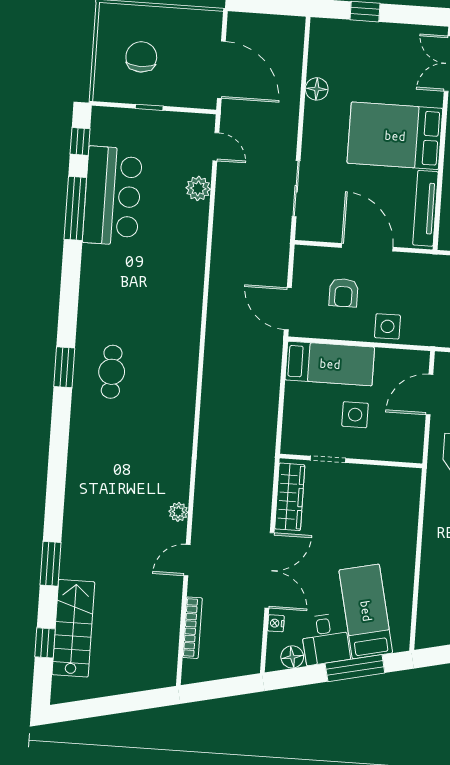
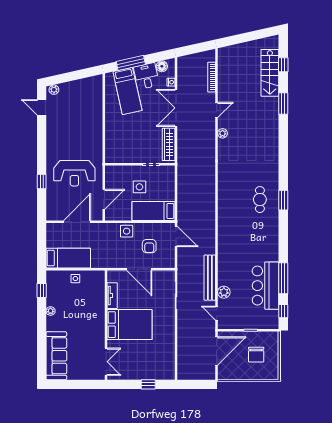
door: (221, 70) -> (217, 351), swing flipped
floor lamp: (317, 89) -> (169, 345), removed
tv unit: (425, 208) -> (112, 296), width x0.71
bench: (225, 220) -> (210, 278), added
armchair: (344, 293) -> (149, 246), turned 180

